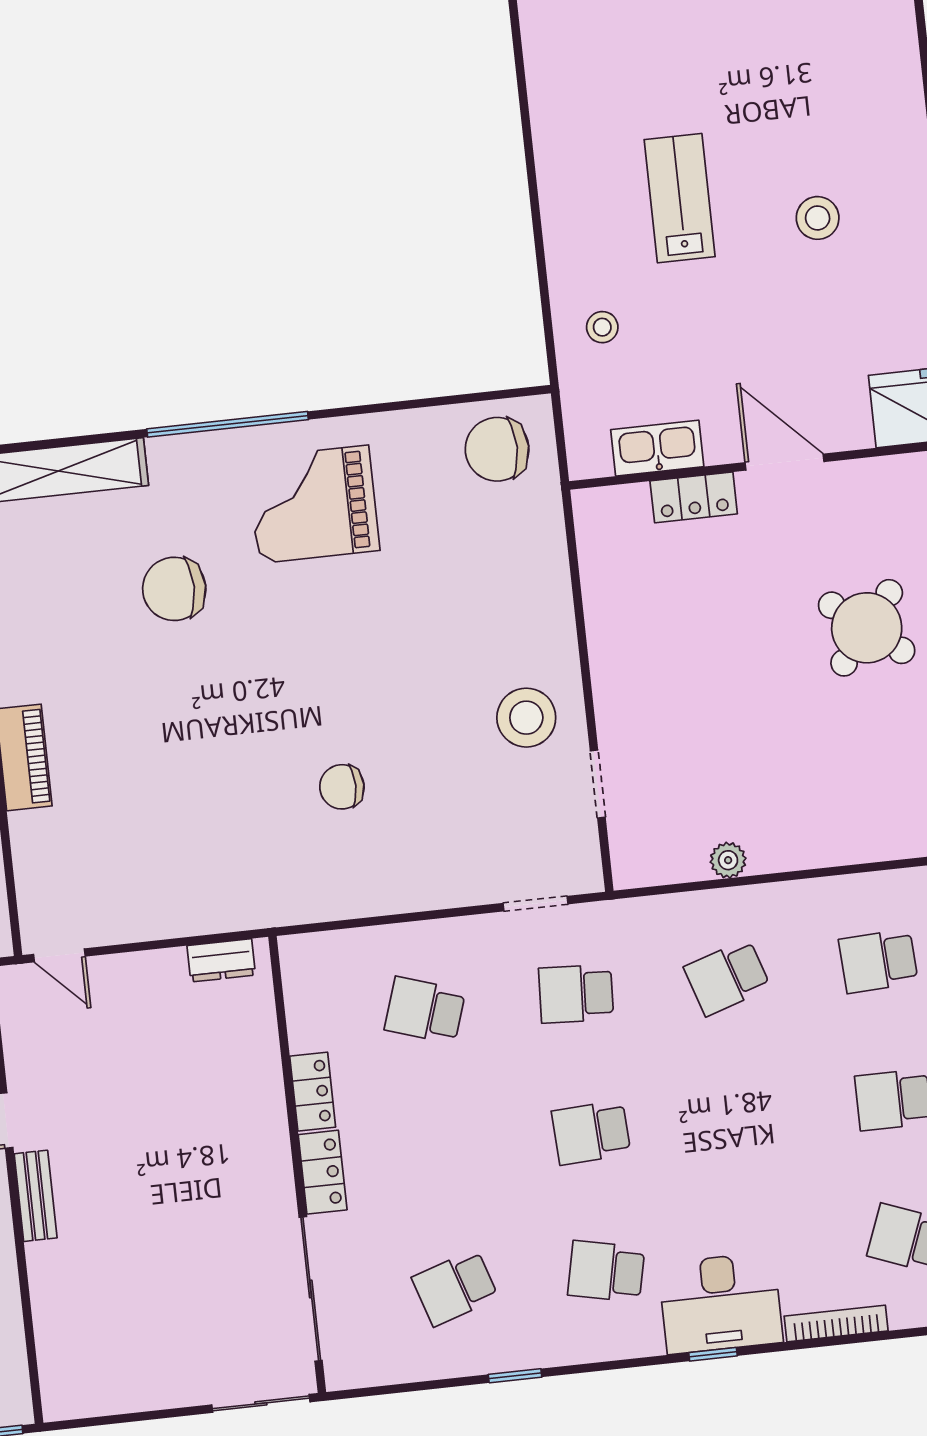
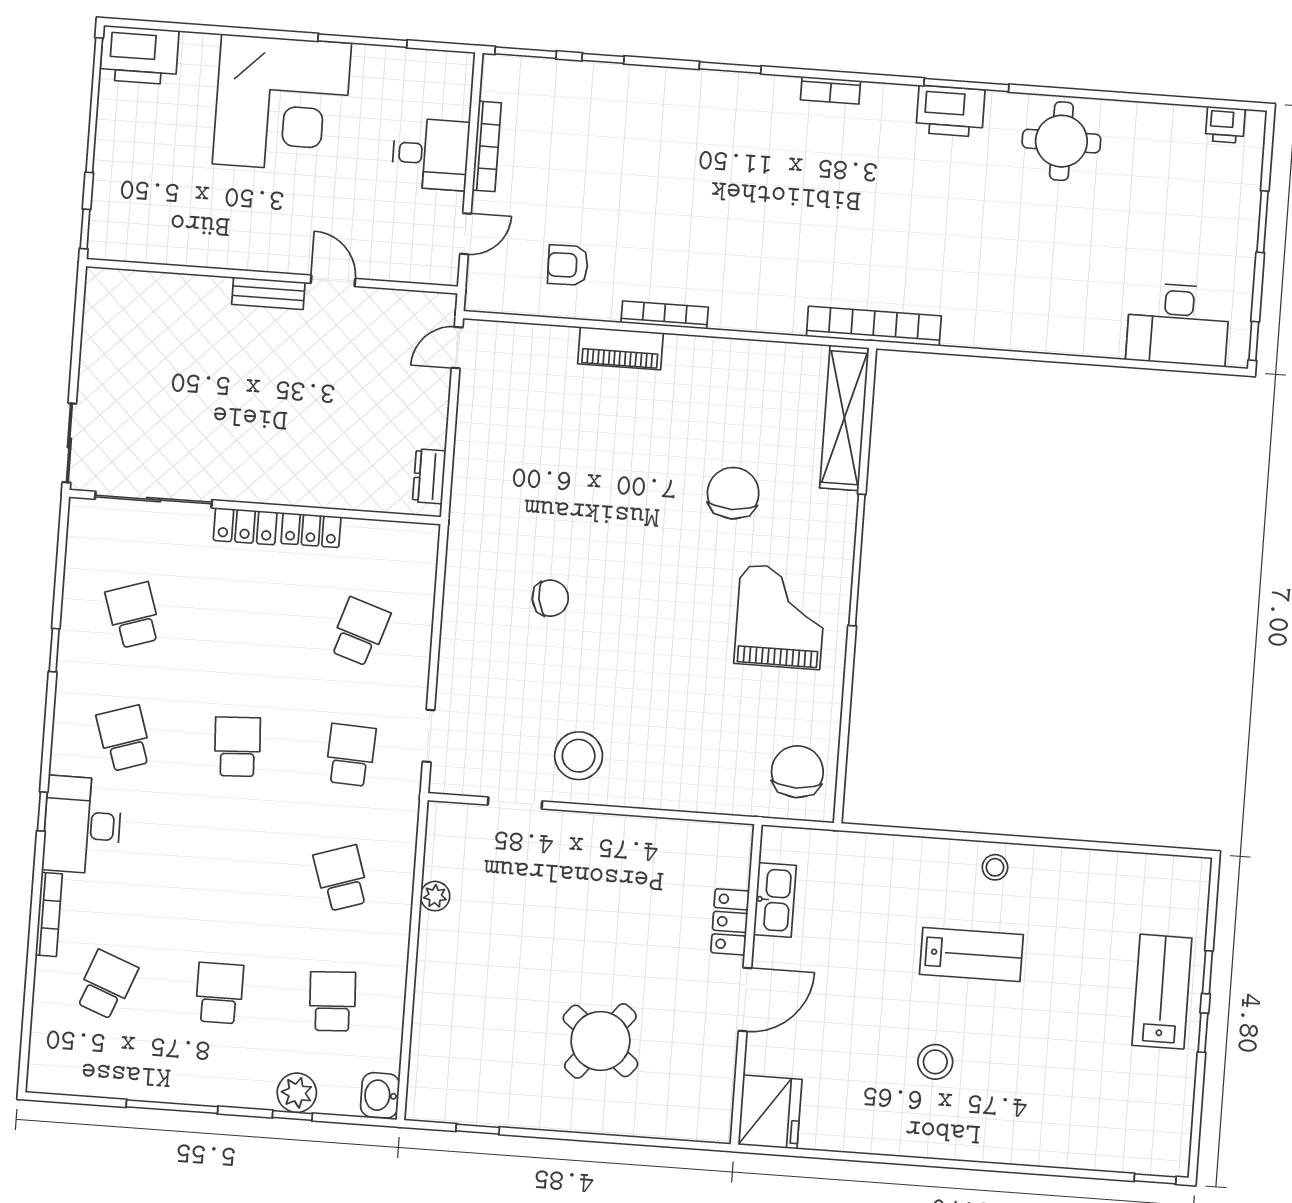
stool: (602, 327) -> (995, 867), moved
chair: (342, 787) -> (550, 598), turned 81
school desk: (606, 1271) -> (124, 738), turned -30

